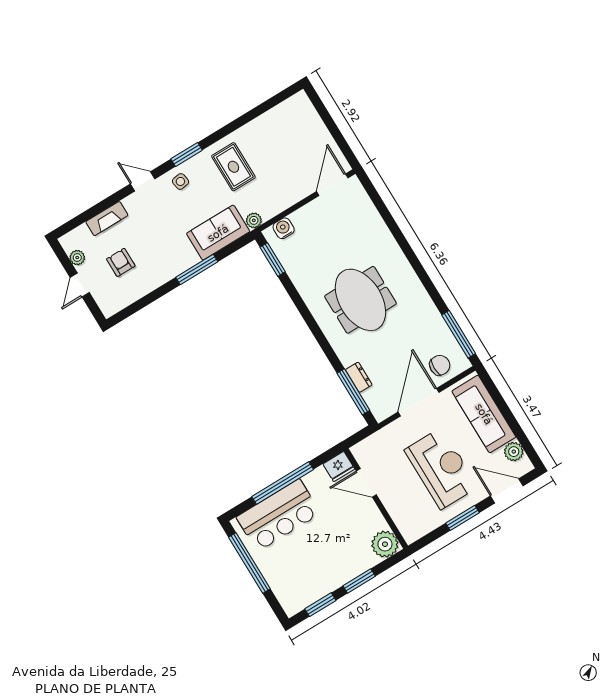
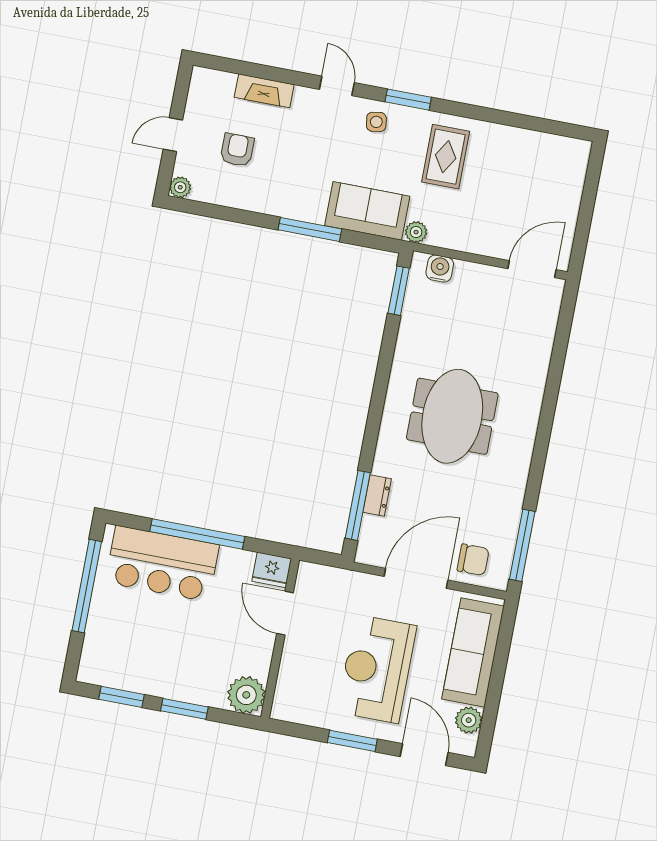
plant: (77, 258) -> (180, 187), moved
reception desk: (441, 468) -> (377, 669), turned 180

